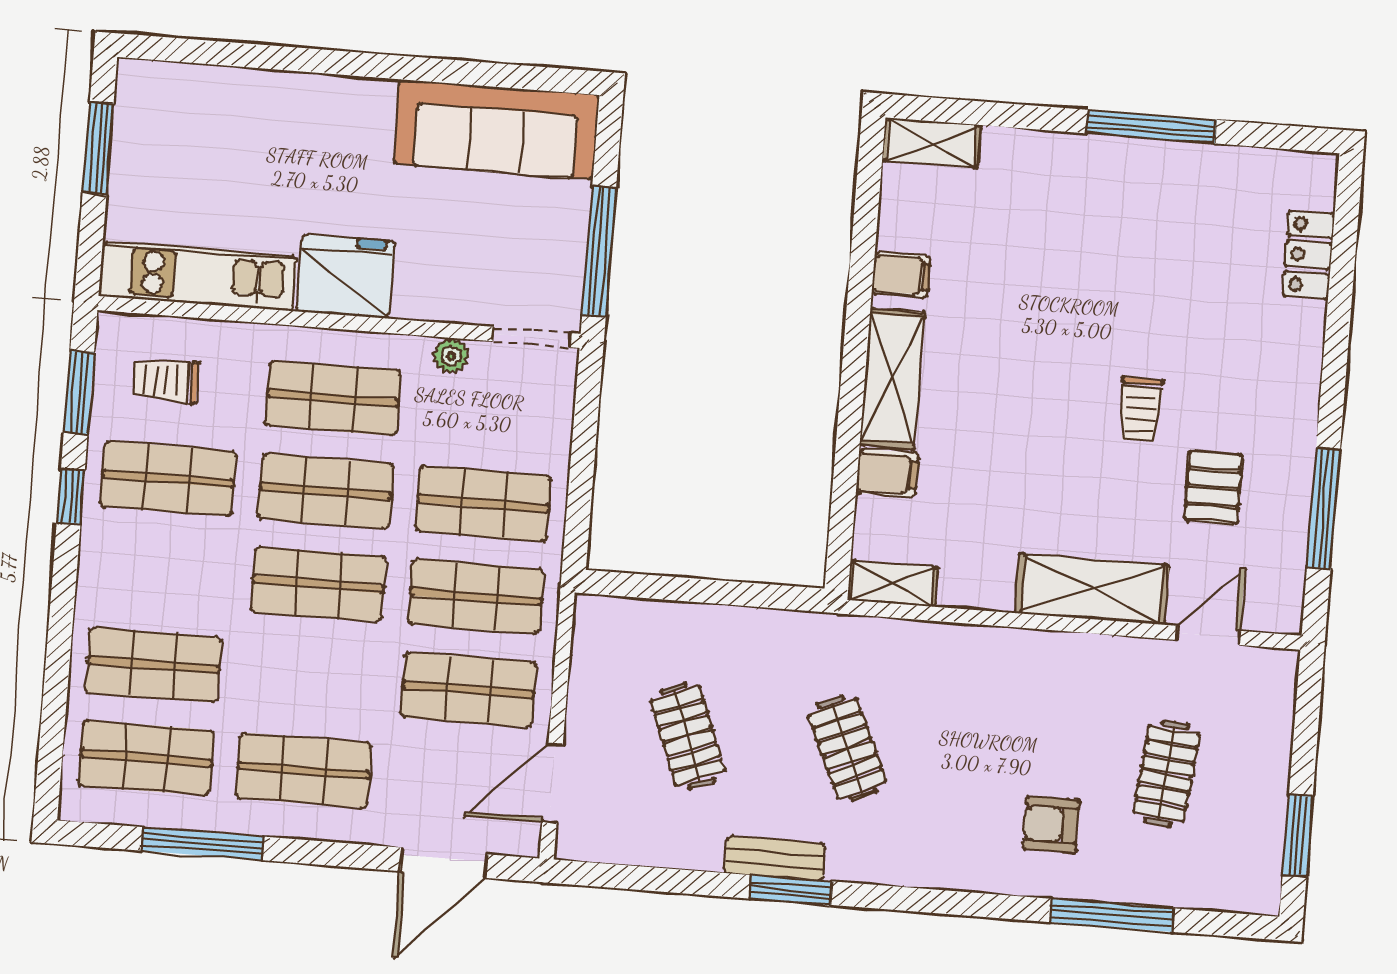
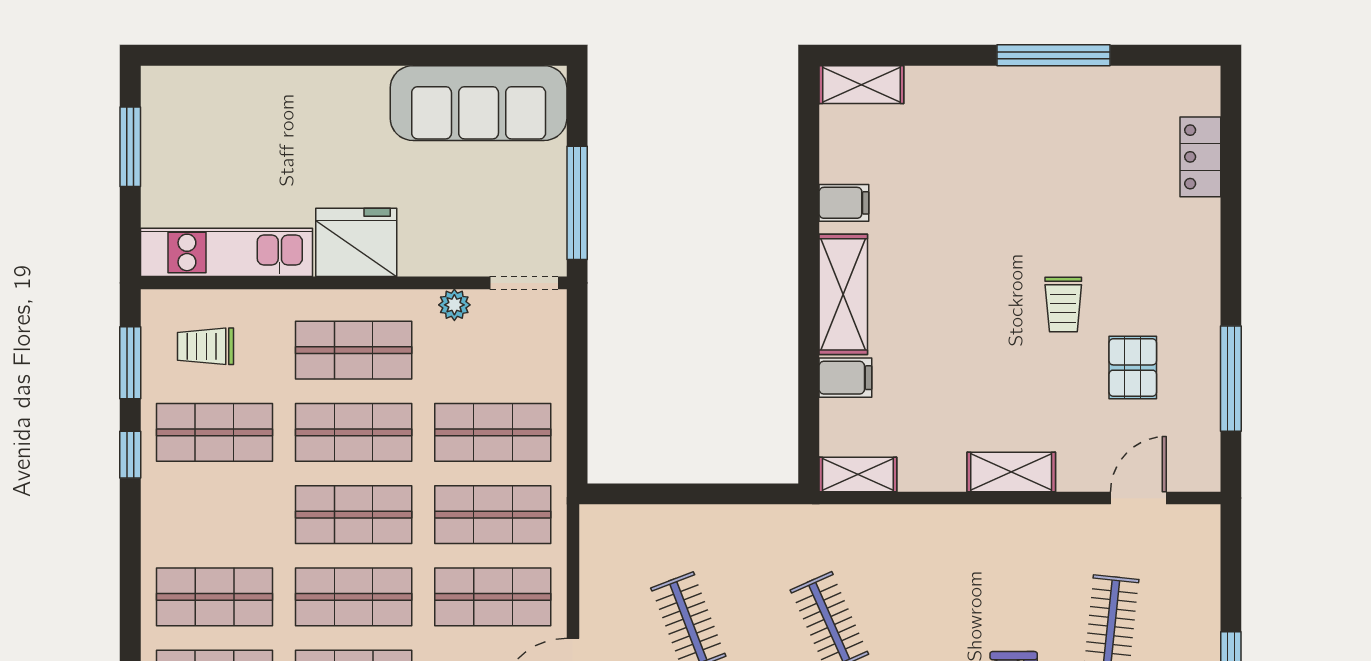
shelving: (1092, 589) -> (1011, 472), width x0.67, depth x0.75
shop shelf: (311, 677) -> (354, 597), added

